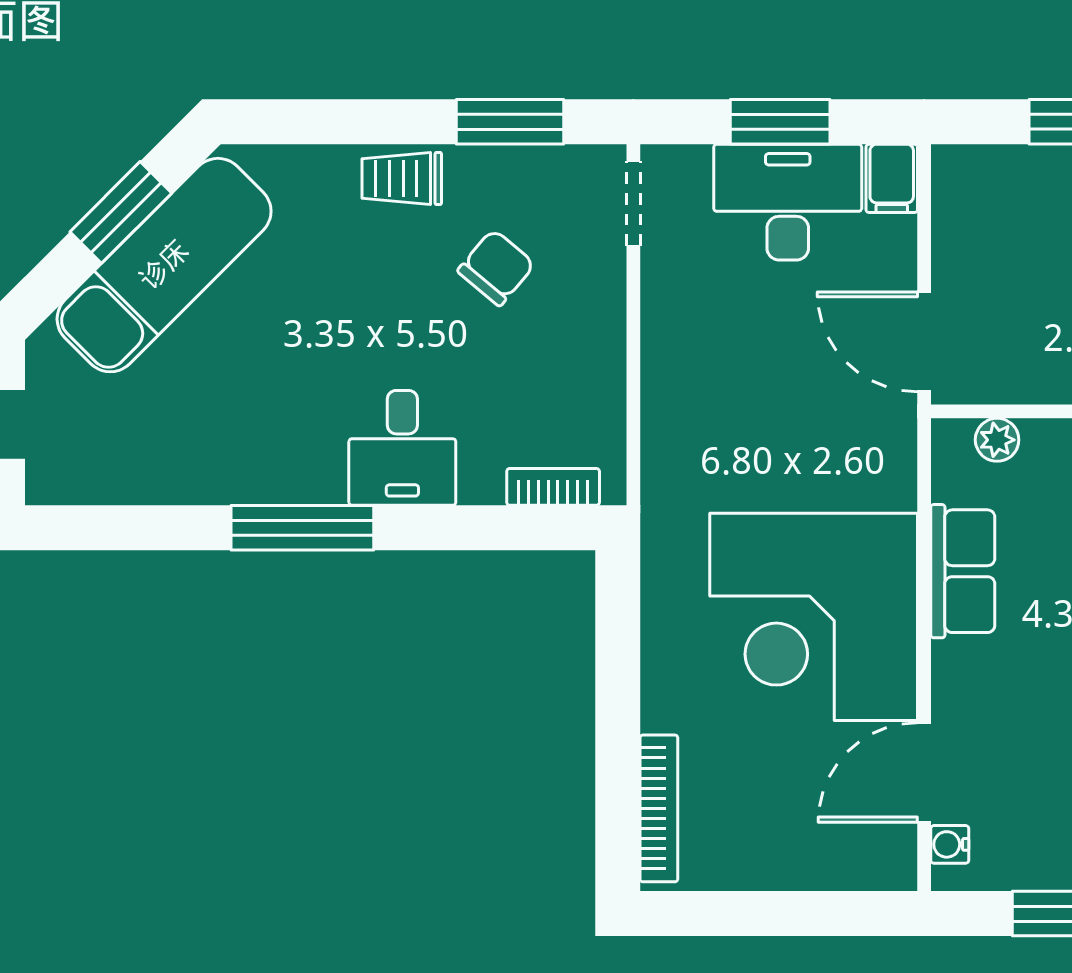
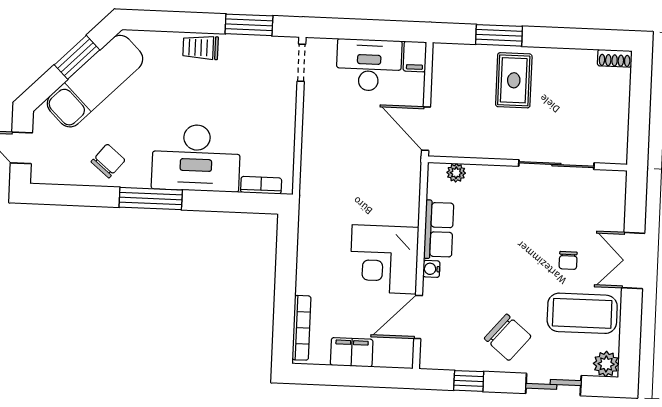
window: (780, 122) -> (367, 30), removed
chair: (496, 268) -> (108, 161), moved
desk: (402, 448) -> (196, 158), width x1.87, depth x1.30
corner desk: (814, 617) -> (384, 259), width x0.74, depth x0.74
water cooler: (950, 844) -> (431, 269), moved
filing cabinet: (776, 859) -> (352, 352), added

